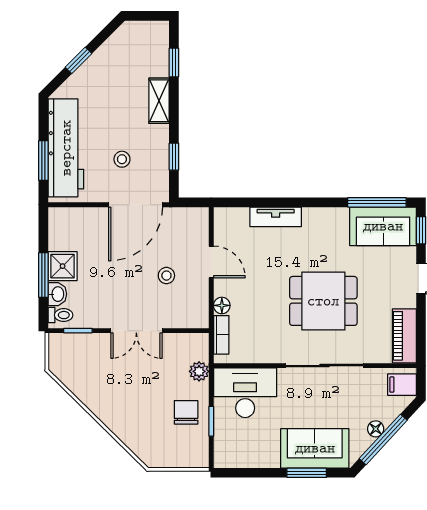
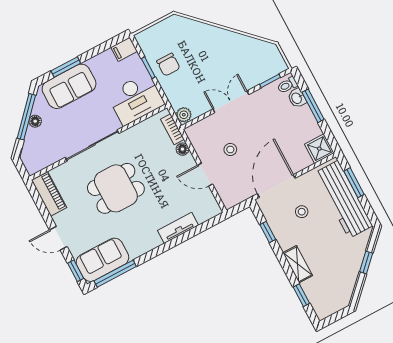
shower: (63, 266) -> (319, 149), moved
plant: (199, 371) -> (184, 115), moved
filing cabinet: (402, 385) -> (124, 49), moved, turned 180

